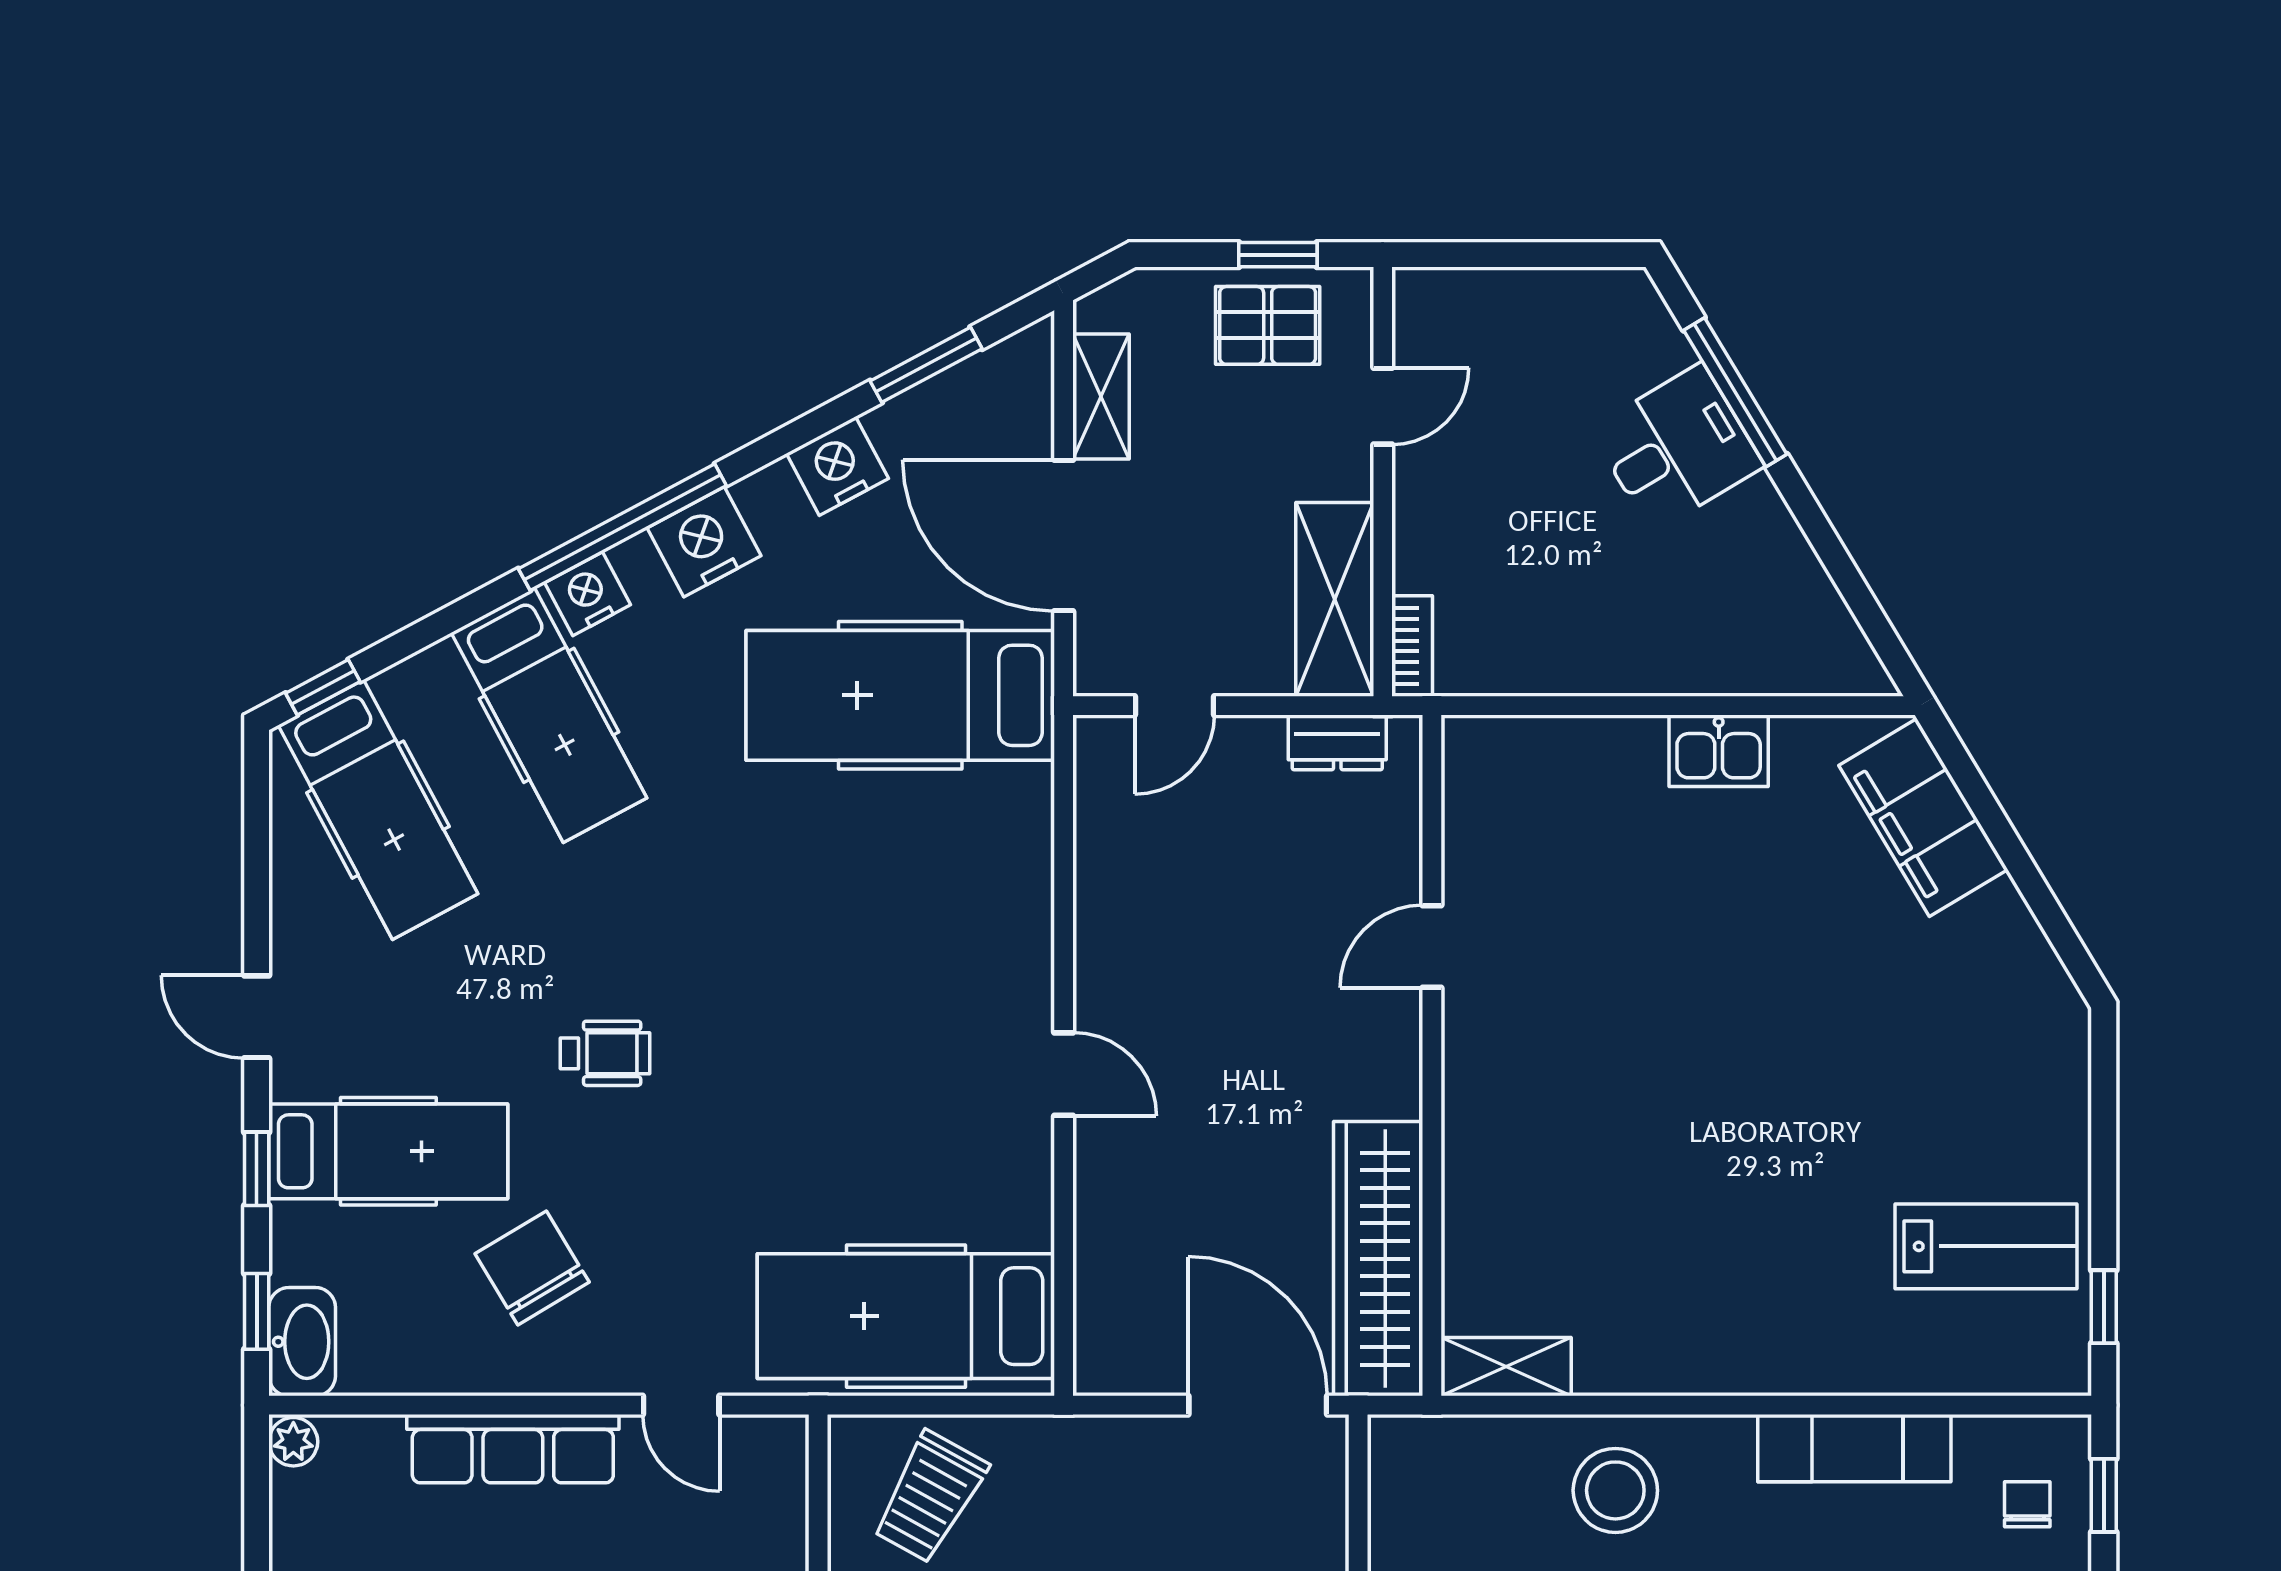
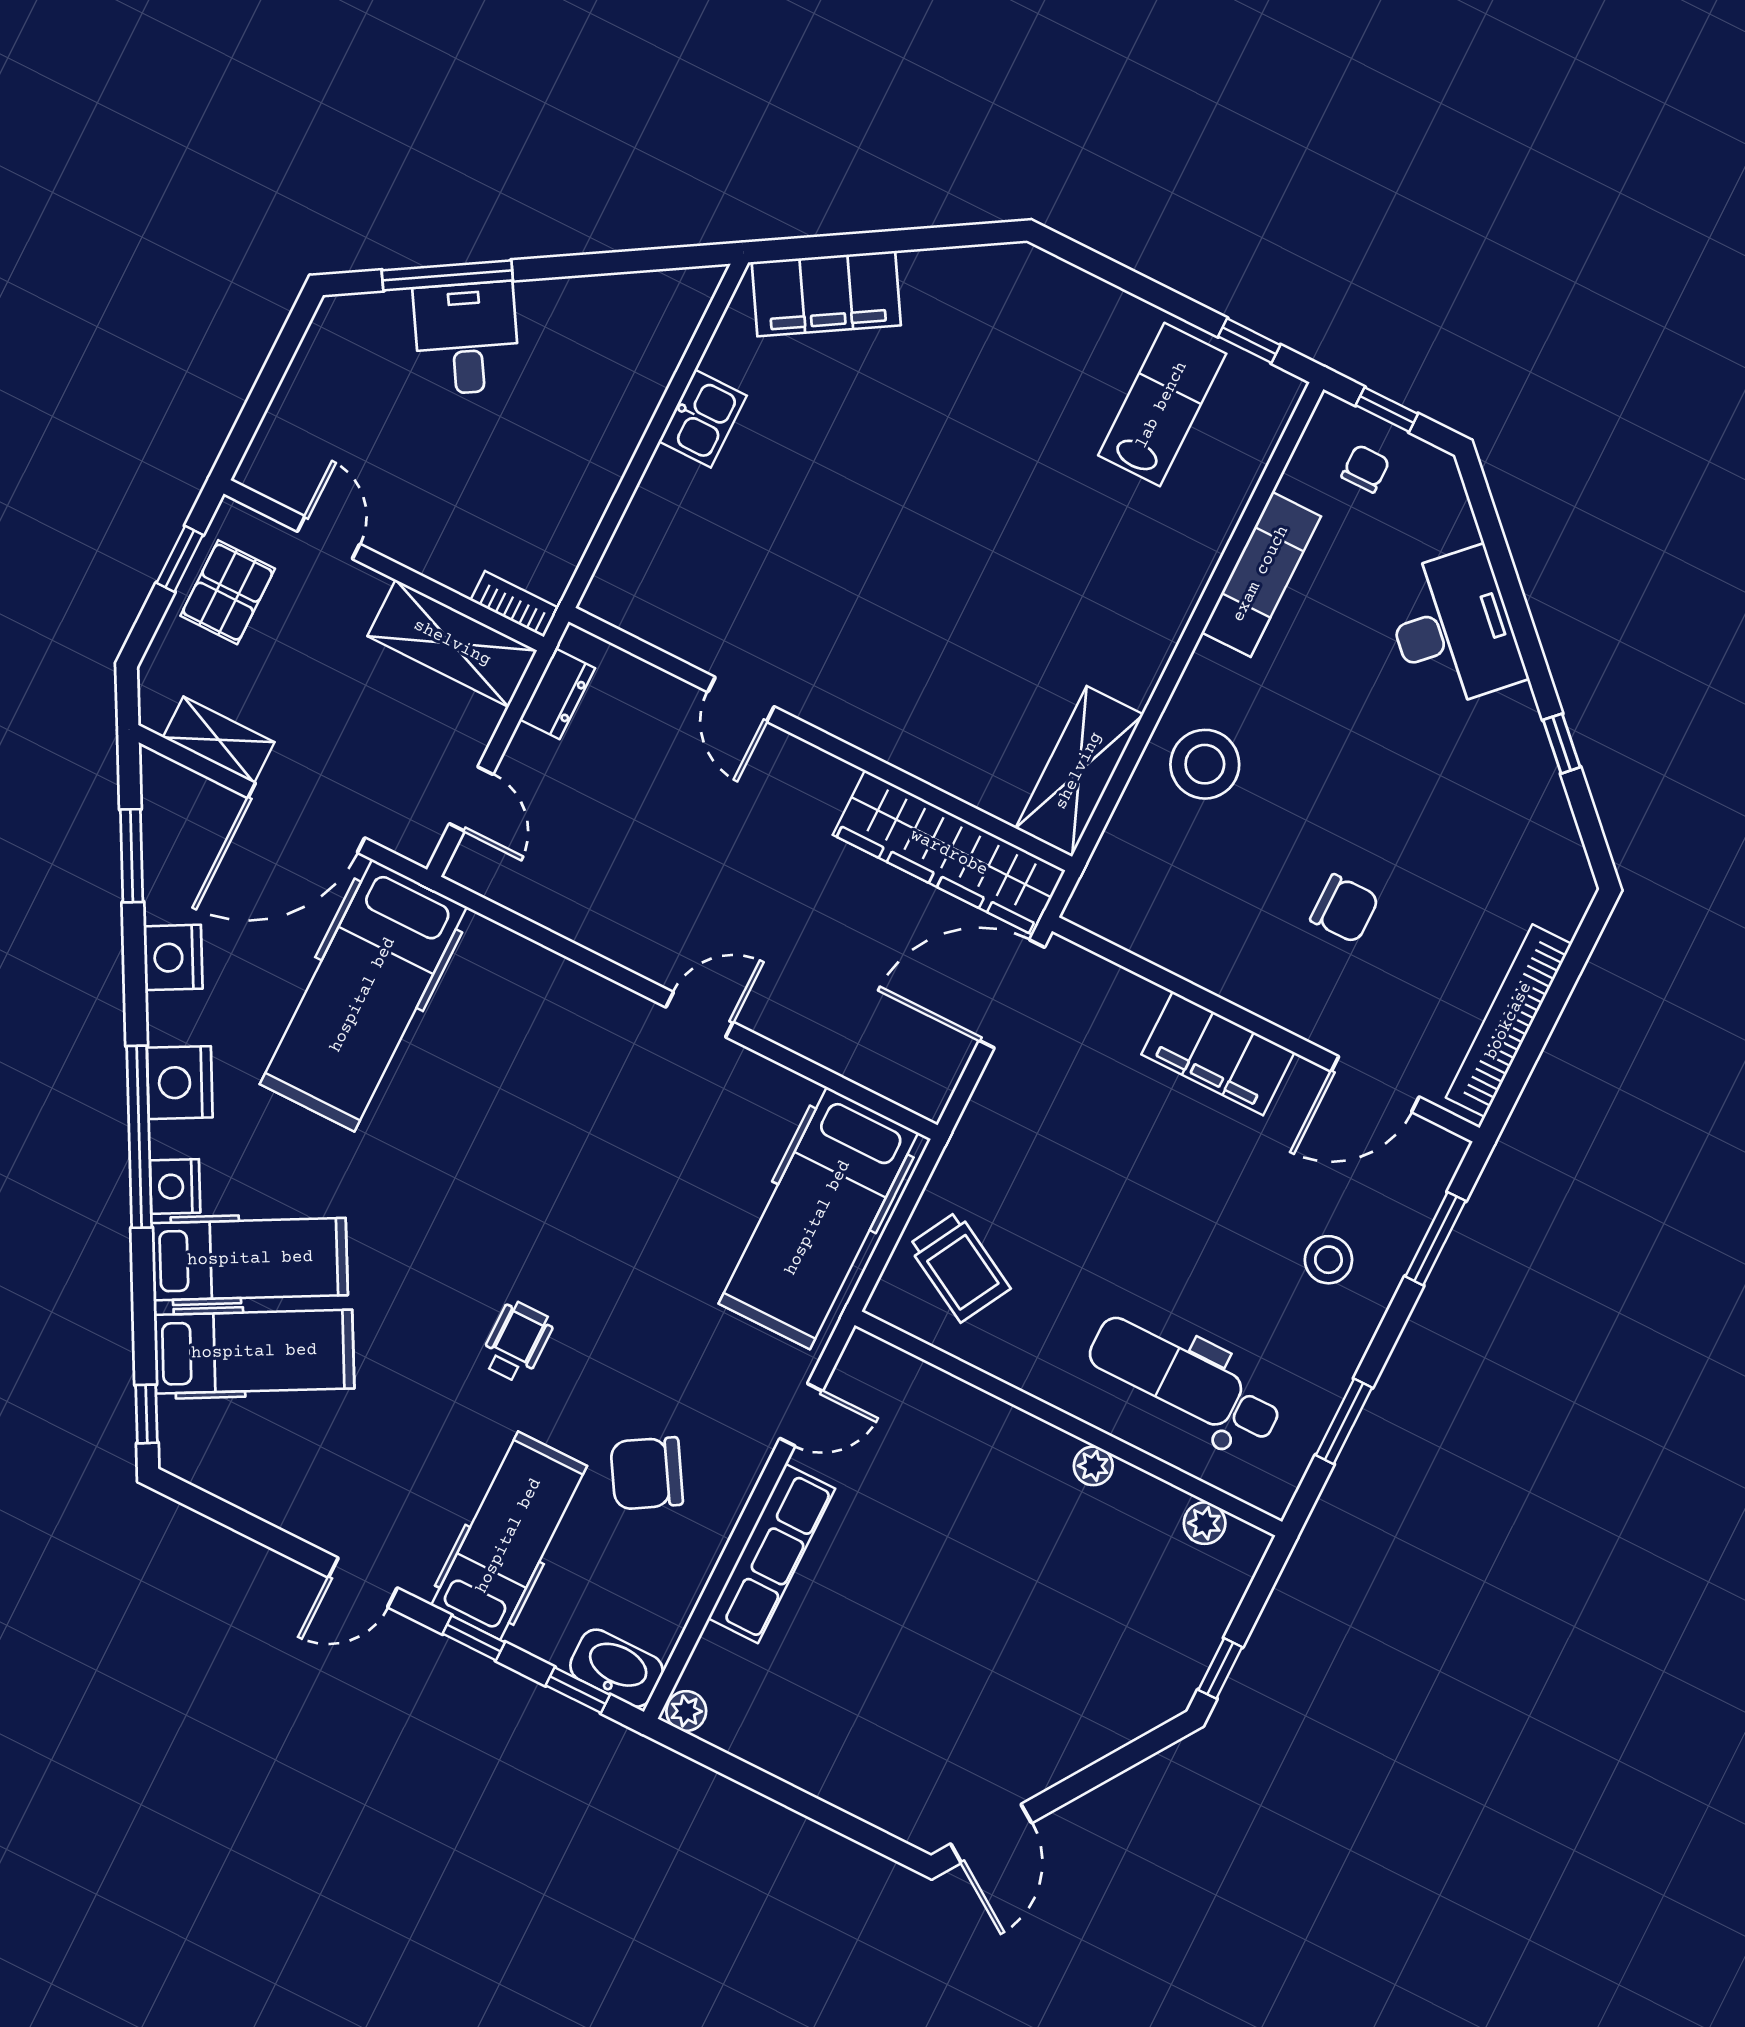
hospital bed: (378, 810) -> (254, 1352), moved
shelving: (1506, 1367) -> (1079, 771), width x1.50, depth x1.33
chair: (2027, 1504) -> (1365, 469), turned 90

